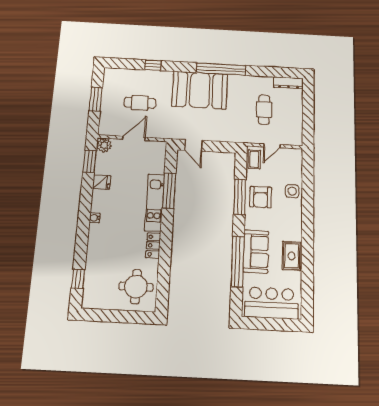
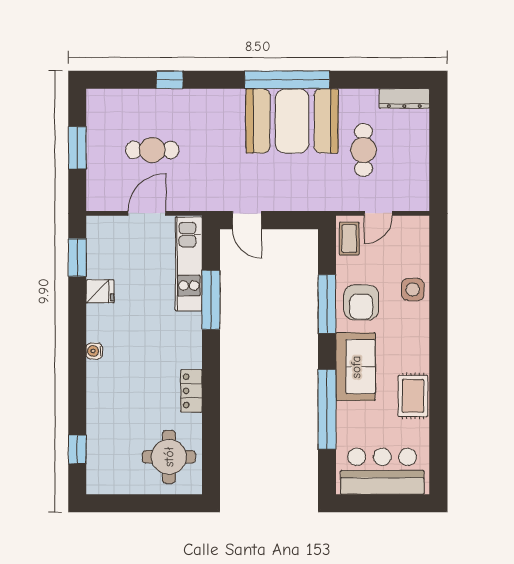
booth: (200, 90) -> (292, 121), moved
plant: (104, 145) -> (99, 228), removed
kitchen unit: (155, 202) -> (189, 264), moved
sofa: (256, 251) -> (356, 367), moved

